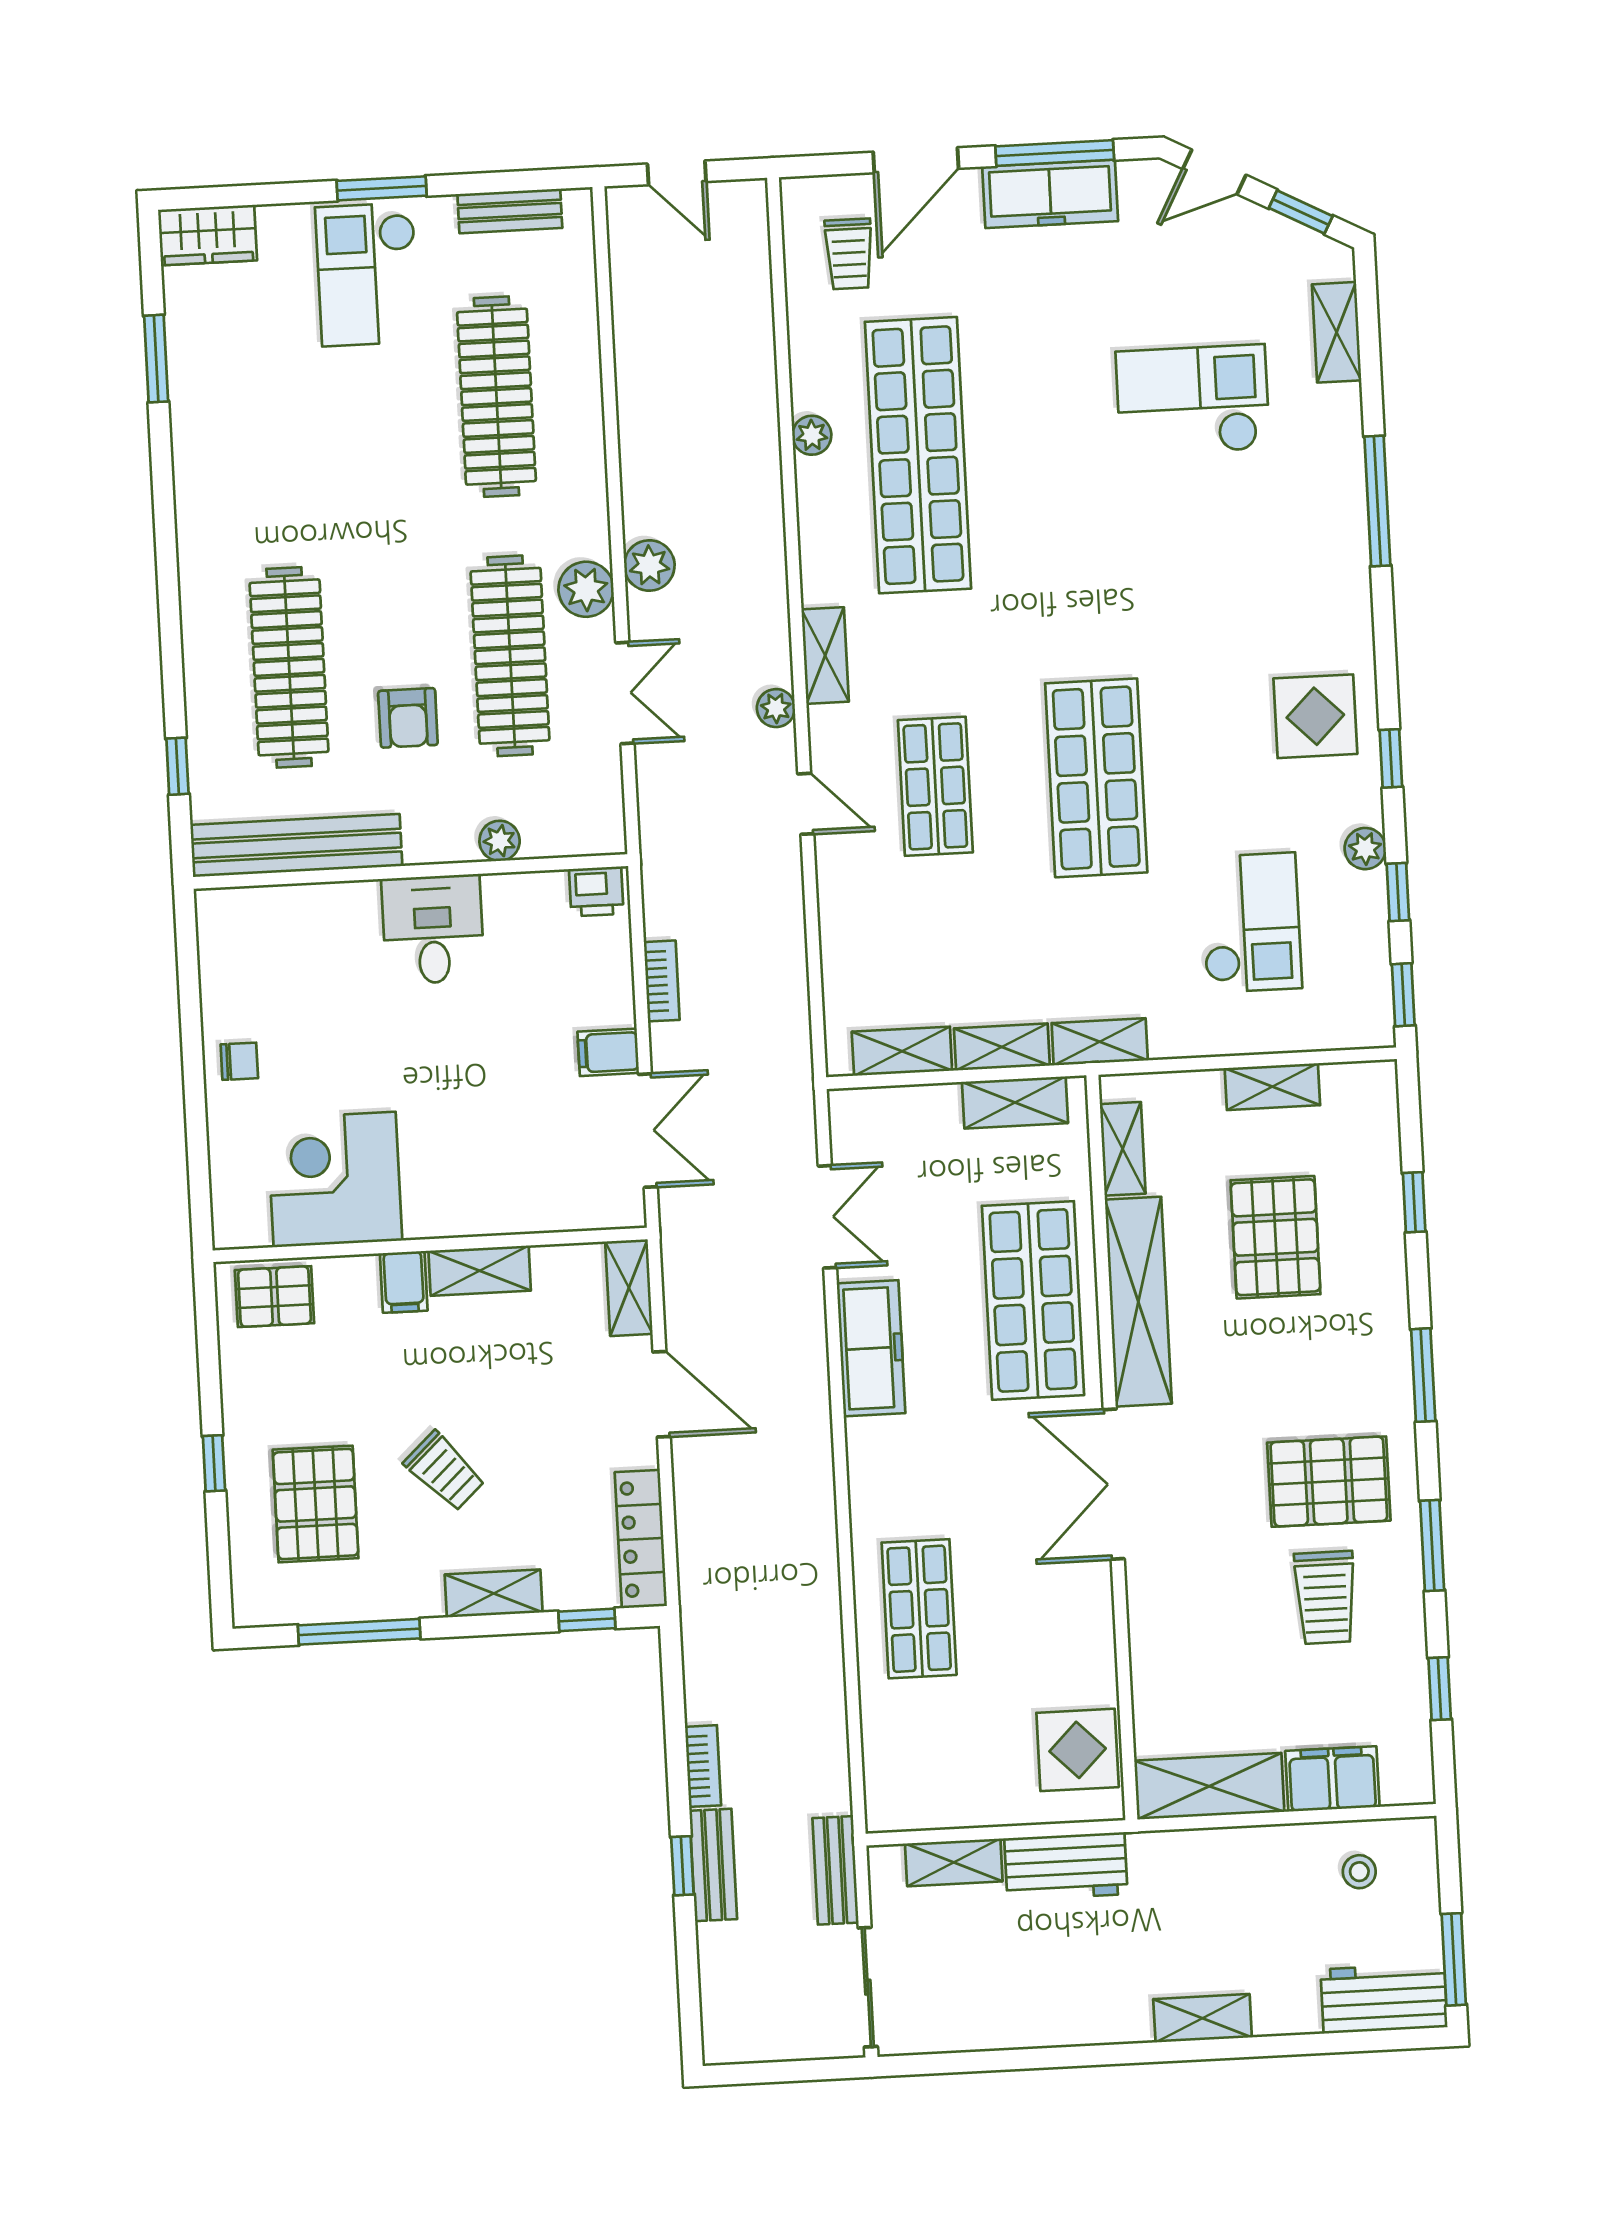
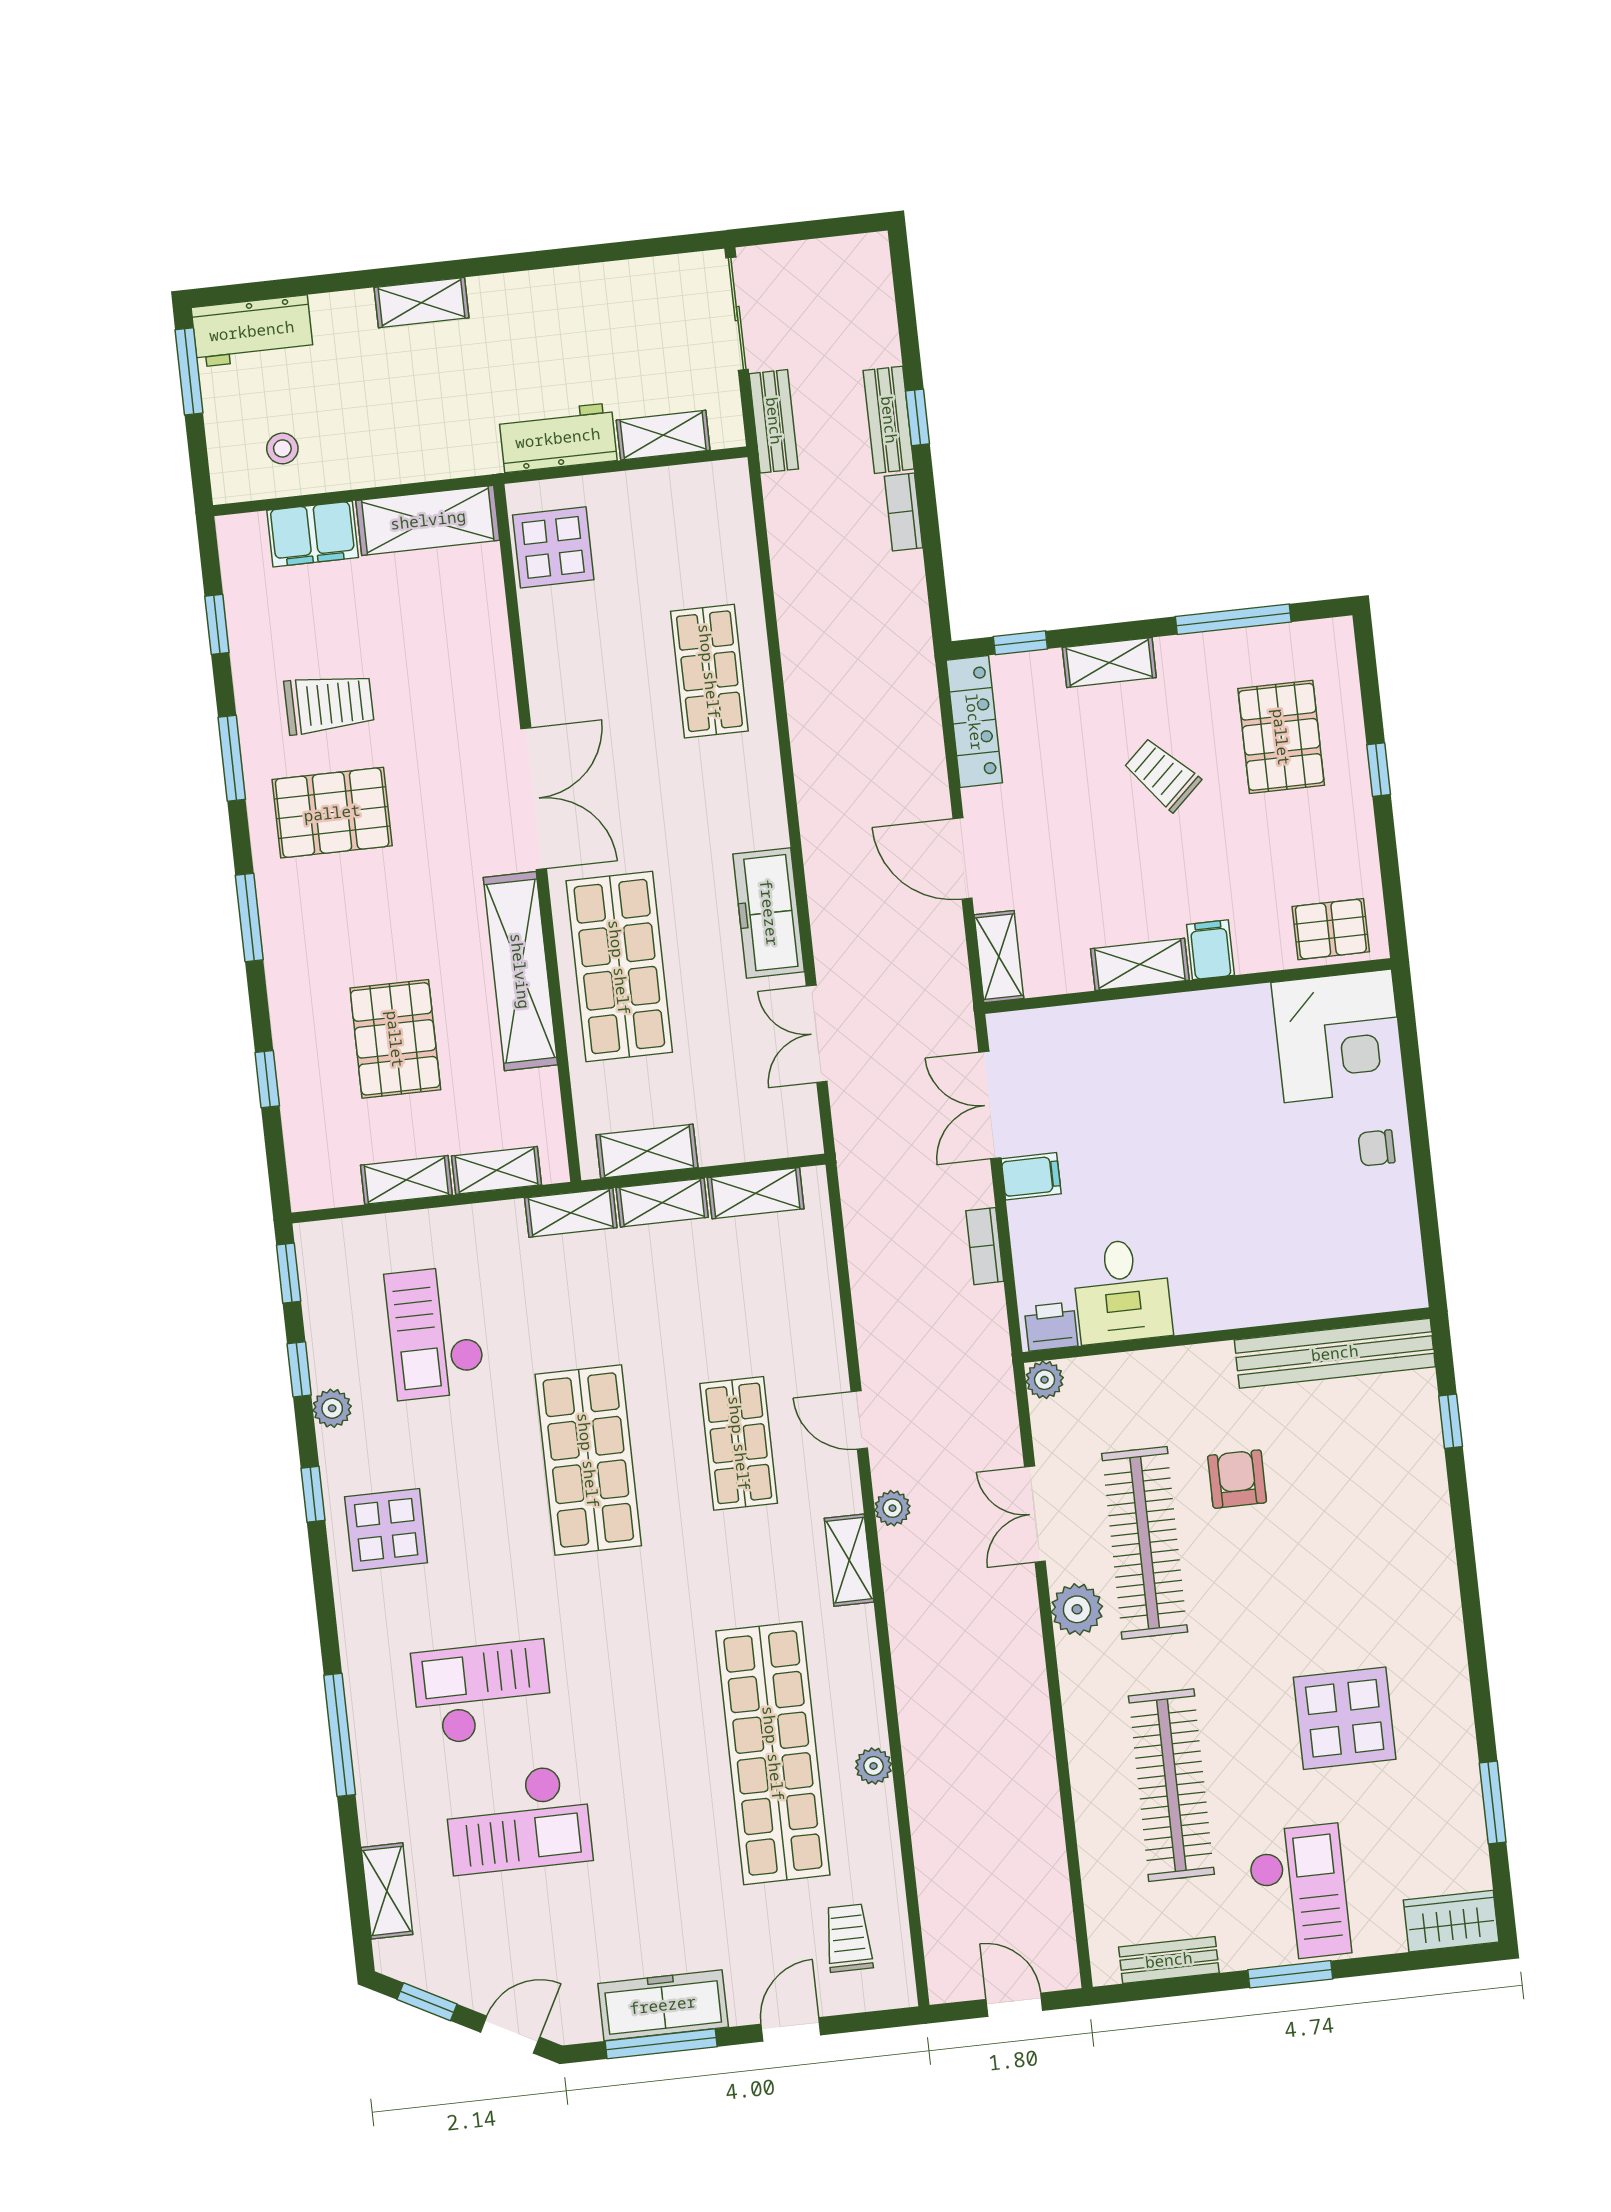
door: (916, 160) -> (791, 2029), width x0.73
display table: (308, 457) -> (1345, 1718), added
checkout: (1223, 537) -> (482, 1693), added
plant: (649, 565) -> (1019, 1635), removed
clothes rail: (289, 667) -> (1351, 1520), removed
plant: (500, 841) -> (1045, 1380), moved
desk: (433, 929) -> (1122, 1291), moved
shelving: (1123, 1149) -> (497, 1170), moved, turned 90
corner desk: (335, 1179) -> (1338, 1036), moved
trolley: (1325, 1597) -> (329, 704), turned 90

